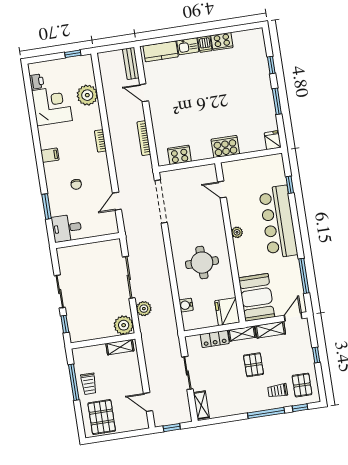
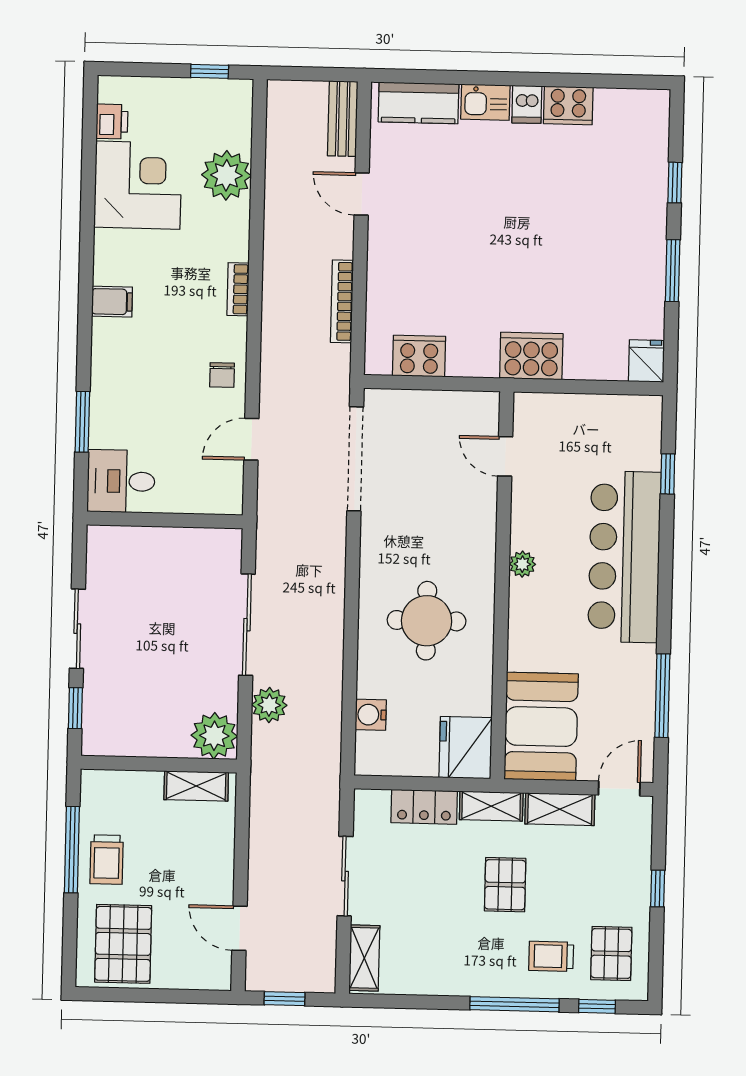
chair: (76, 184) -> (222, 375), moved

